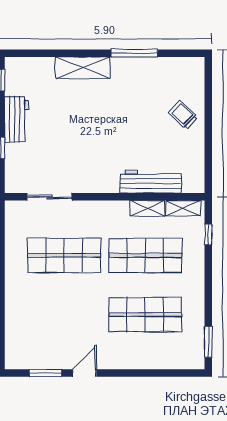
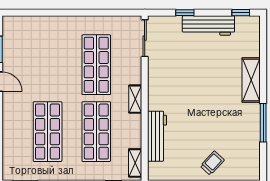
workbench: (17, 119) -> (208, 25), width x1.38
sliding door: (49, 197) -> (145, 38), moved
shelving: (147, 208) -> (135, 99), moved

